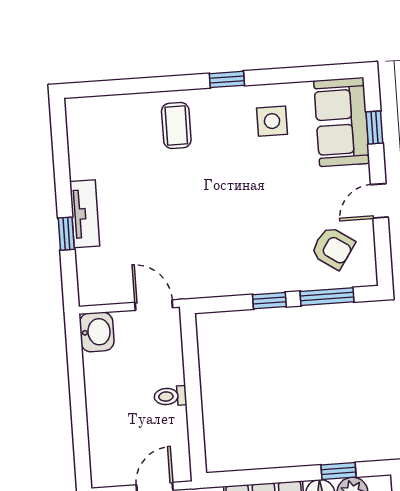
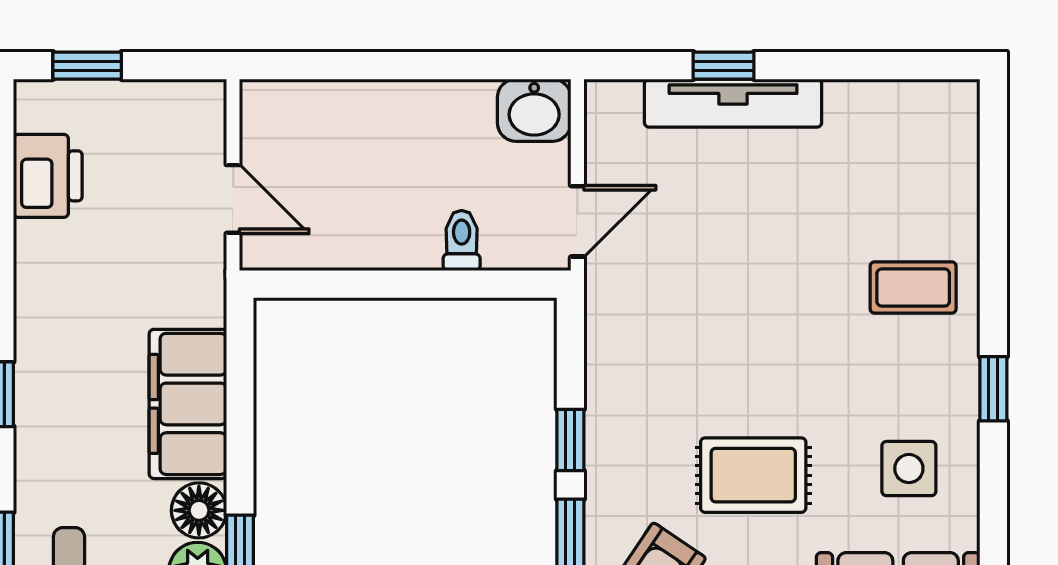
rug: (281, 203) -> (753, 475), added
tv unit: (85, 214) -> (733, 103), width x1.41
toilet: (170, 396) -> (462, 241), moved

